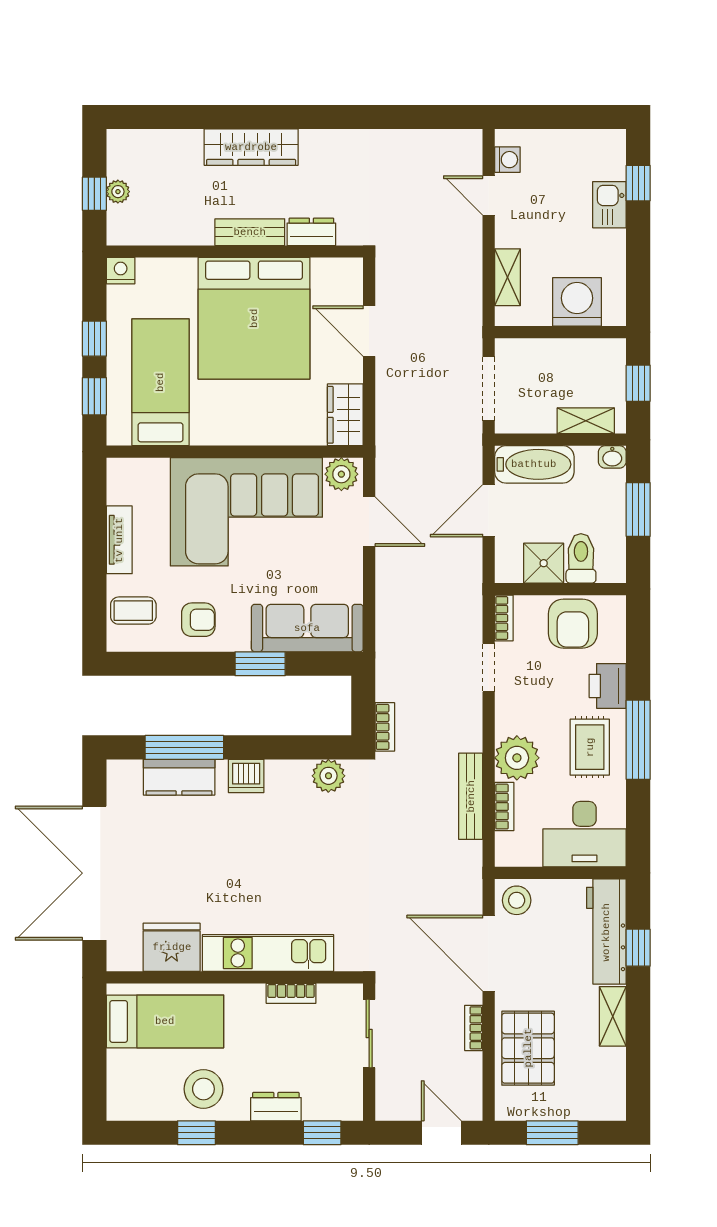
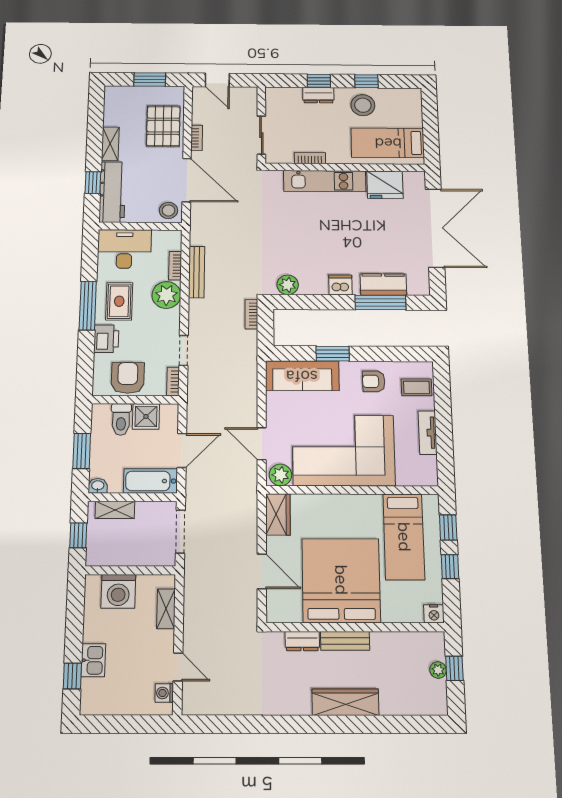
window: (322, 1133) -> (319, 81), moved

